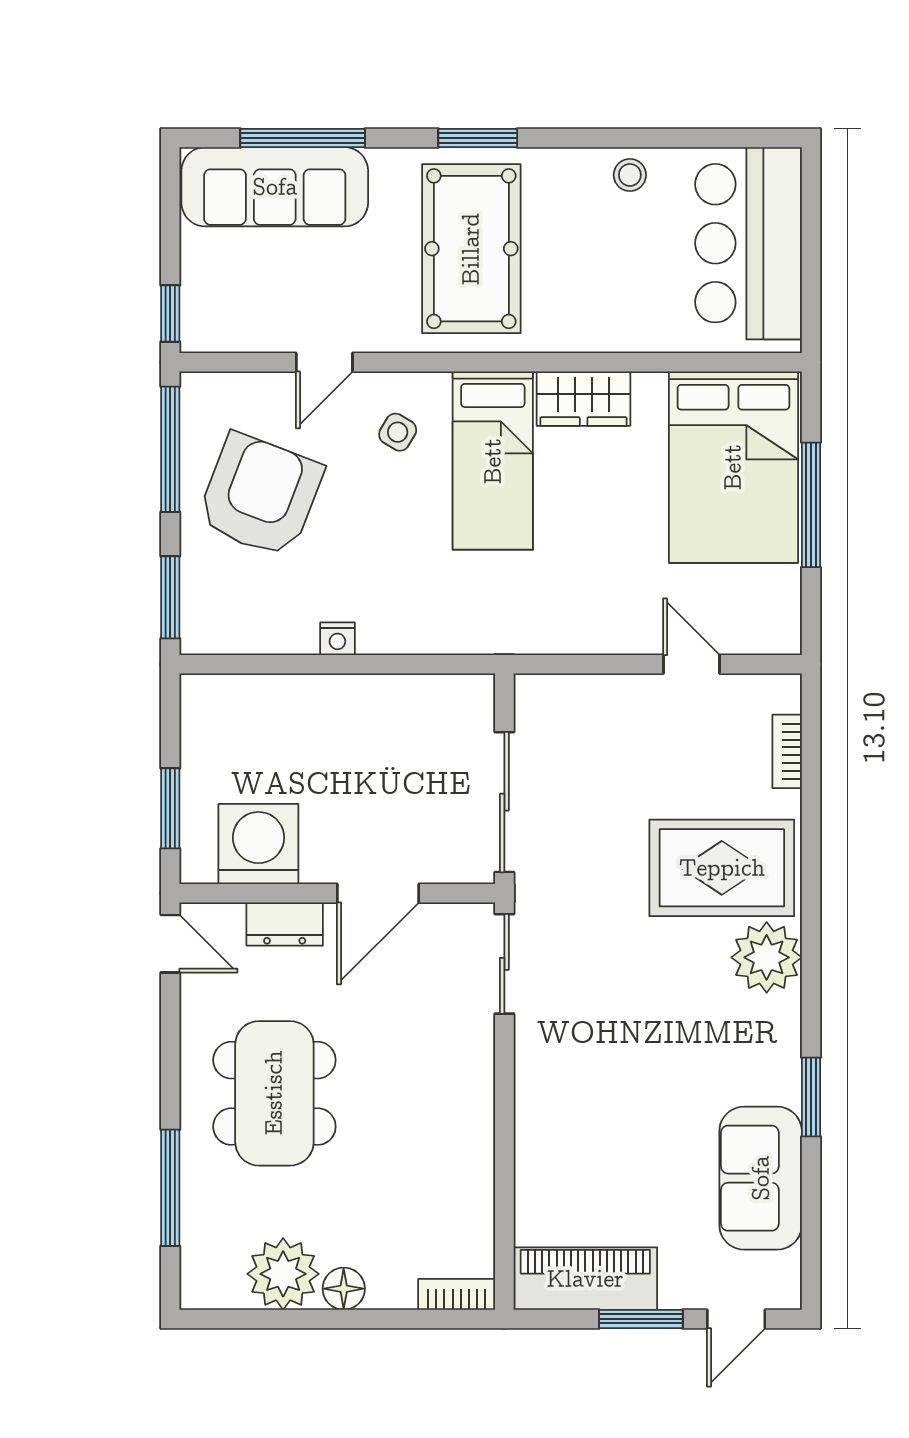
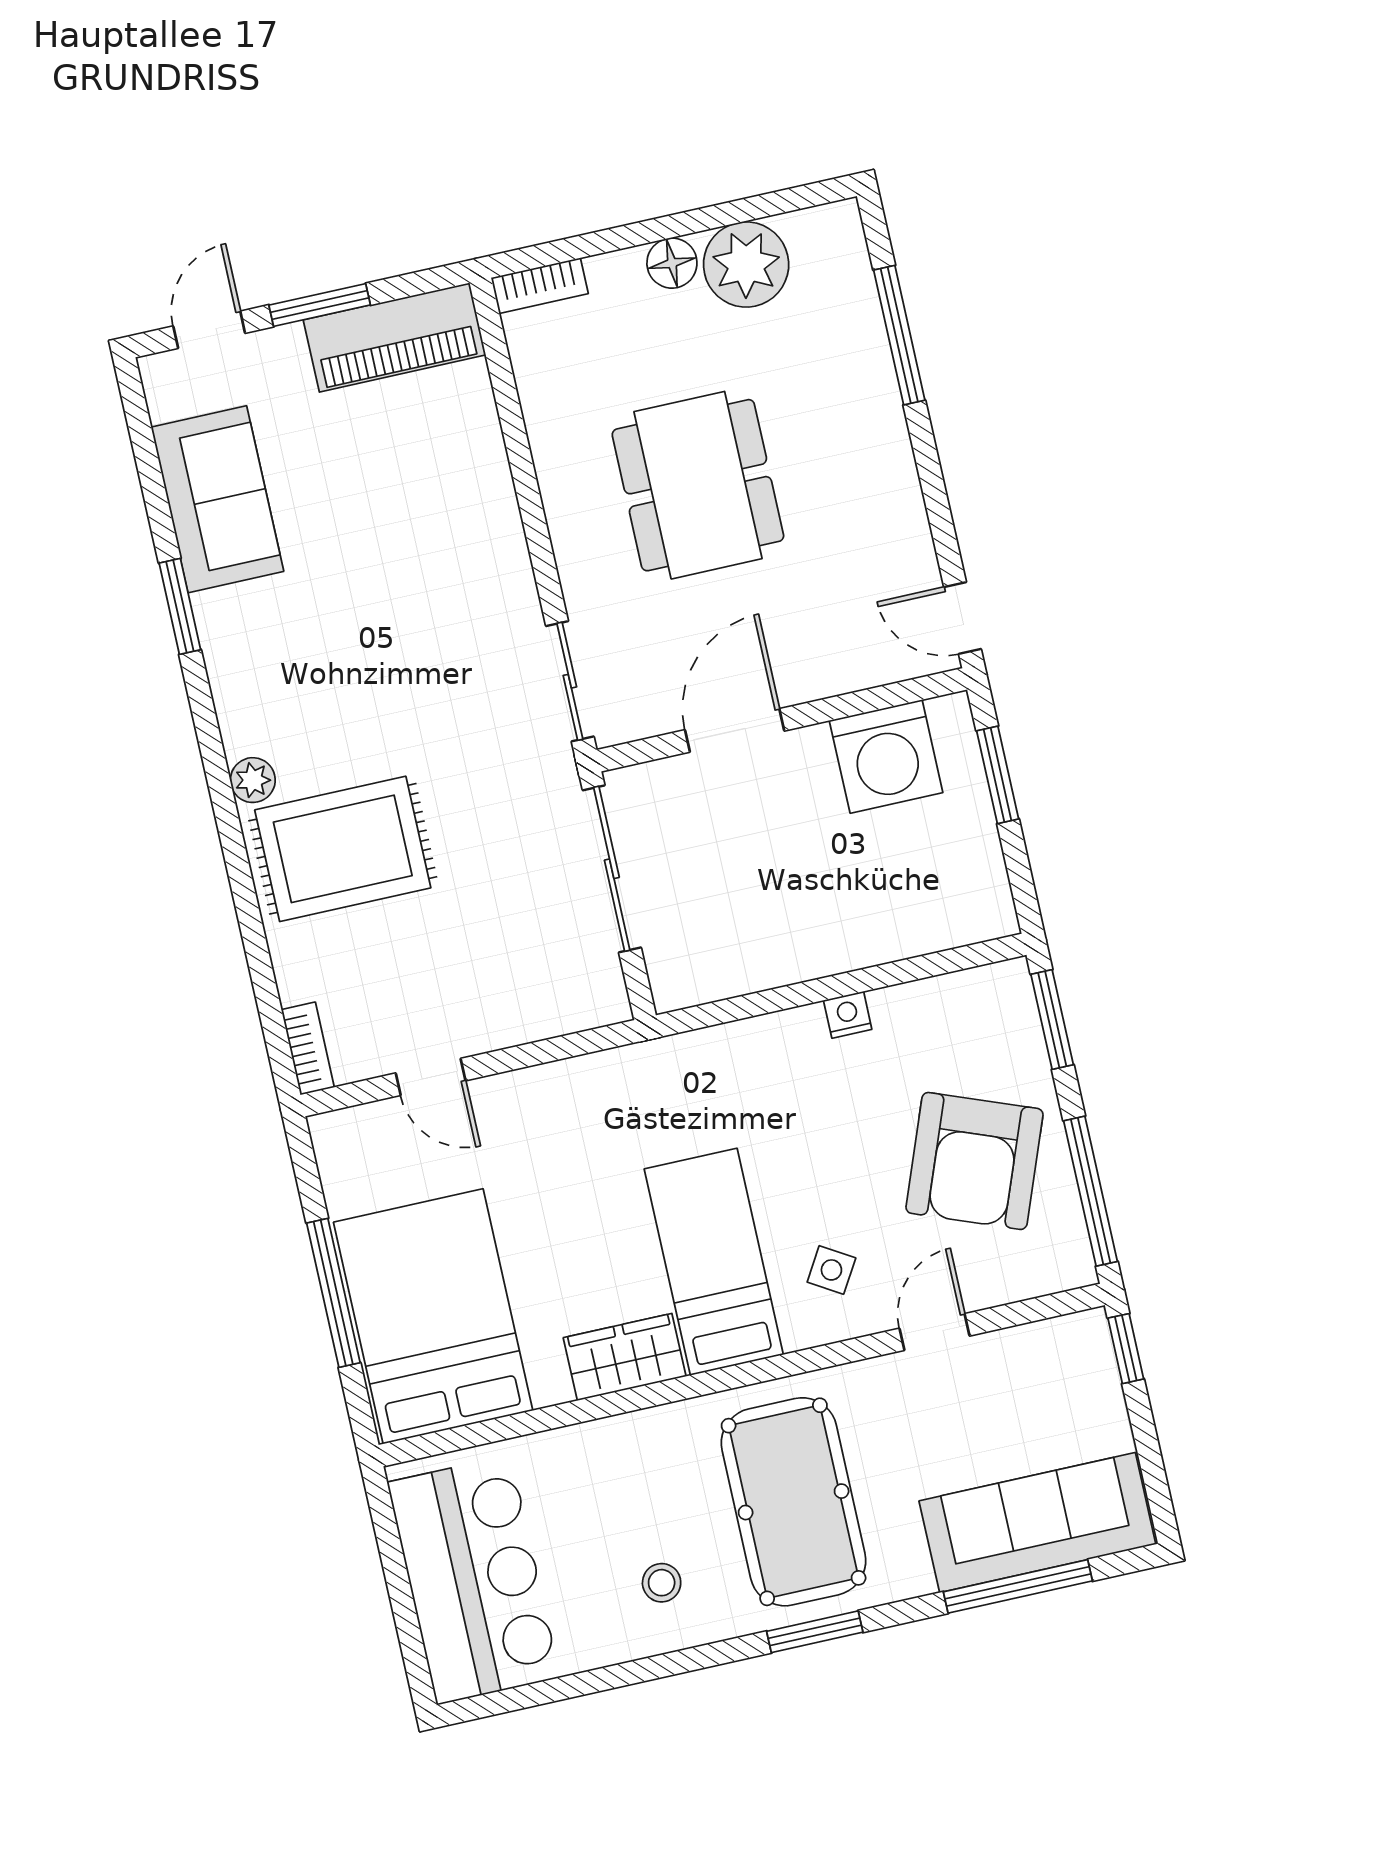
stool: (630, 175) -> (662, 1583), moved
bookcase: (787, 751) -> (308, 1048), moved
dresser: (285, 924) -> (835, 671), removed
plant: (767, 957) -> (253, 780), width x0.53, depth x0.53
dining table: (274, 1093) -> (698, 485), moved

